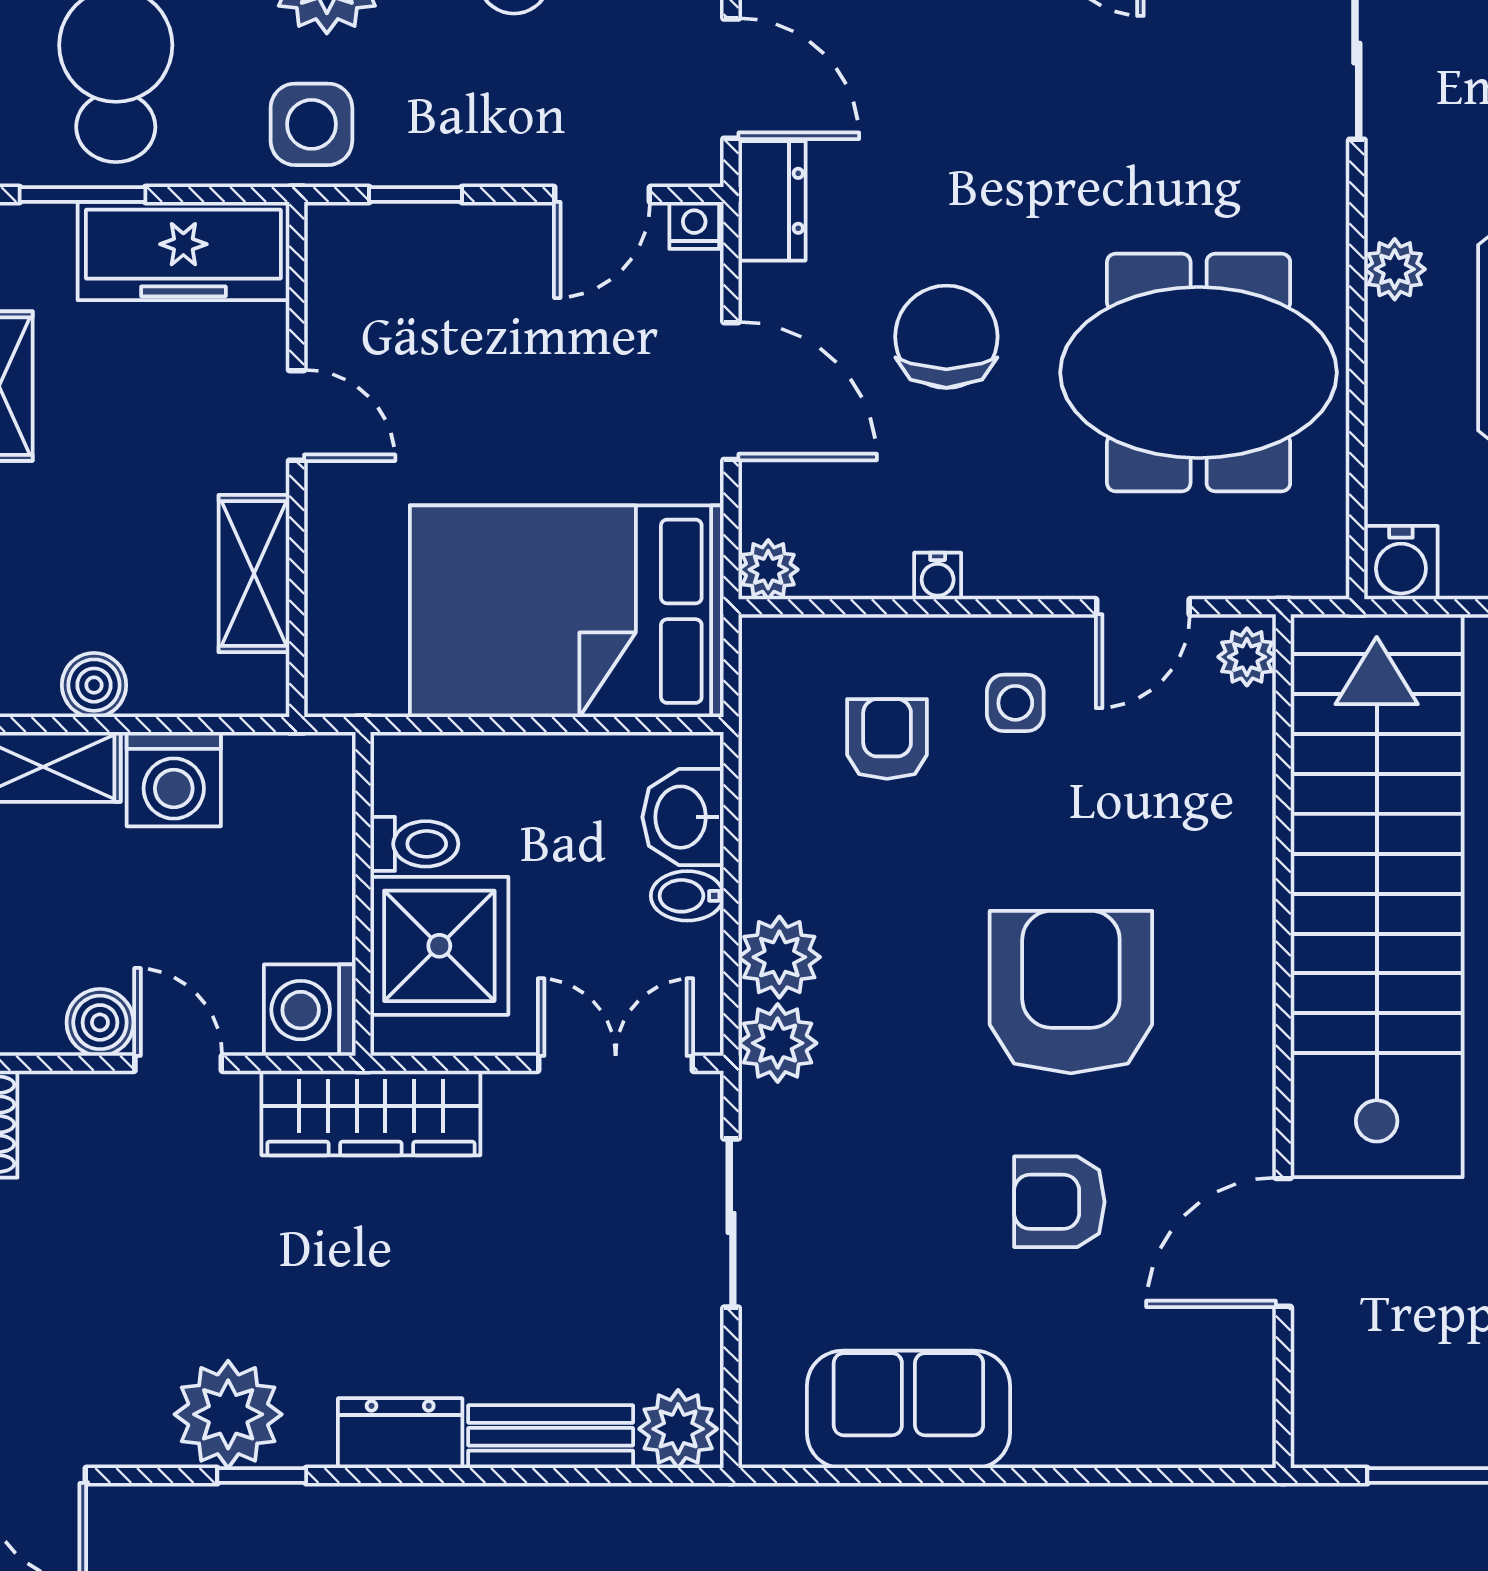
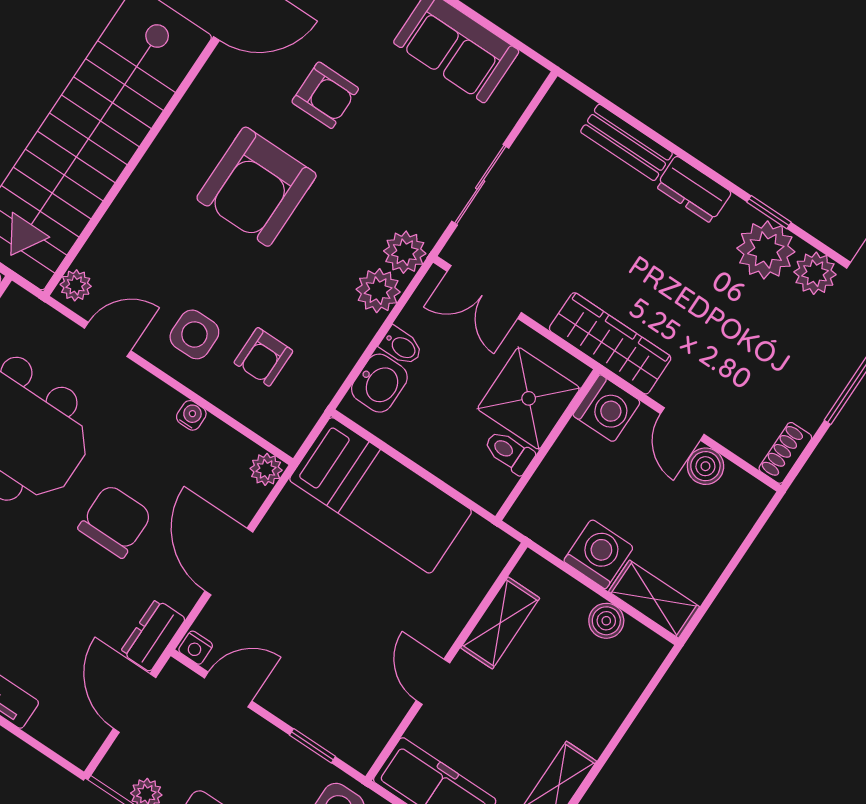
chair: (946, 337) -> (115, 521), turned 180
bed: (567, 611) -> (381, 495), width x0.67
side table: (1015, 703) -> (194, 334), width x1.37, depth x1.37
plant: (678, 1429) -> (815, 273), moved

